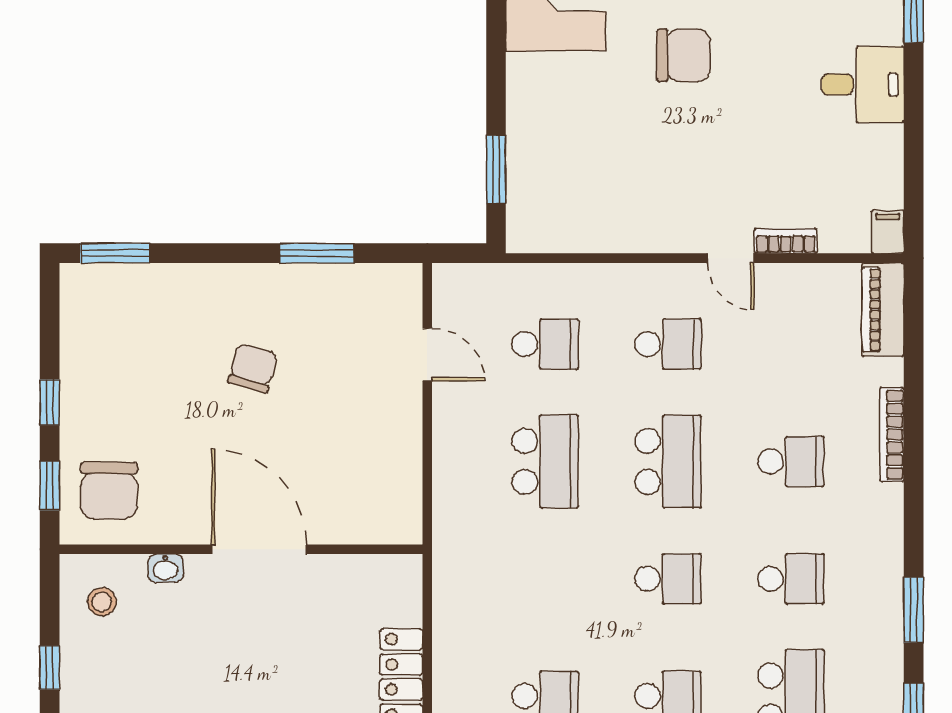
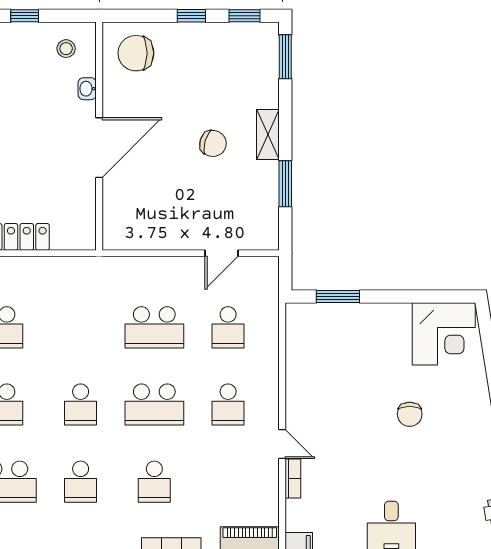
chair: (683, 55) -> (410, 414), width x0.73, depth x0.73
door: (731, 258) -> (282, 444), swing flipped
shelving: (238, 281) -> (268, 134), added
window: (50, 486) -> (245, 16), moved

